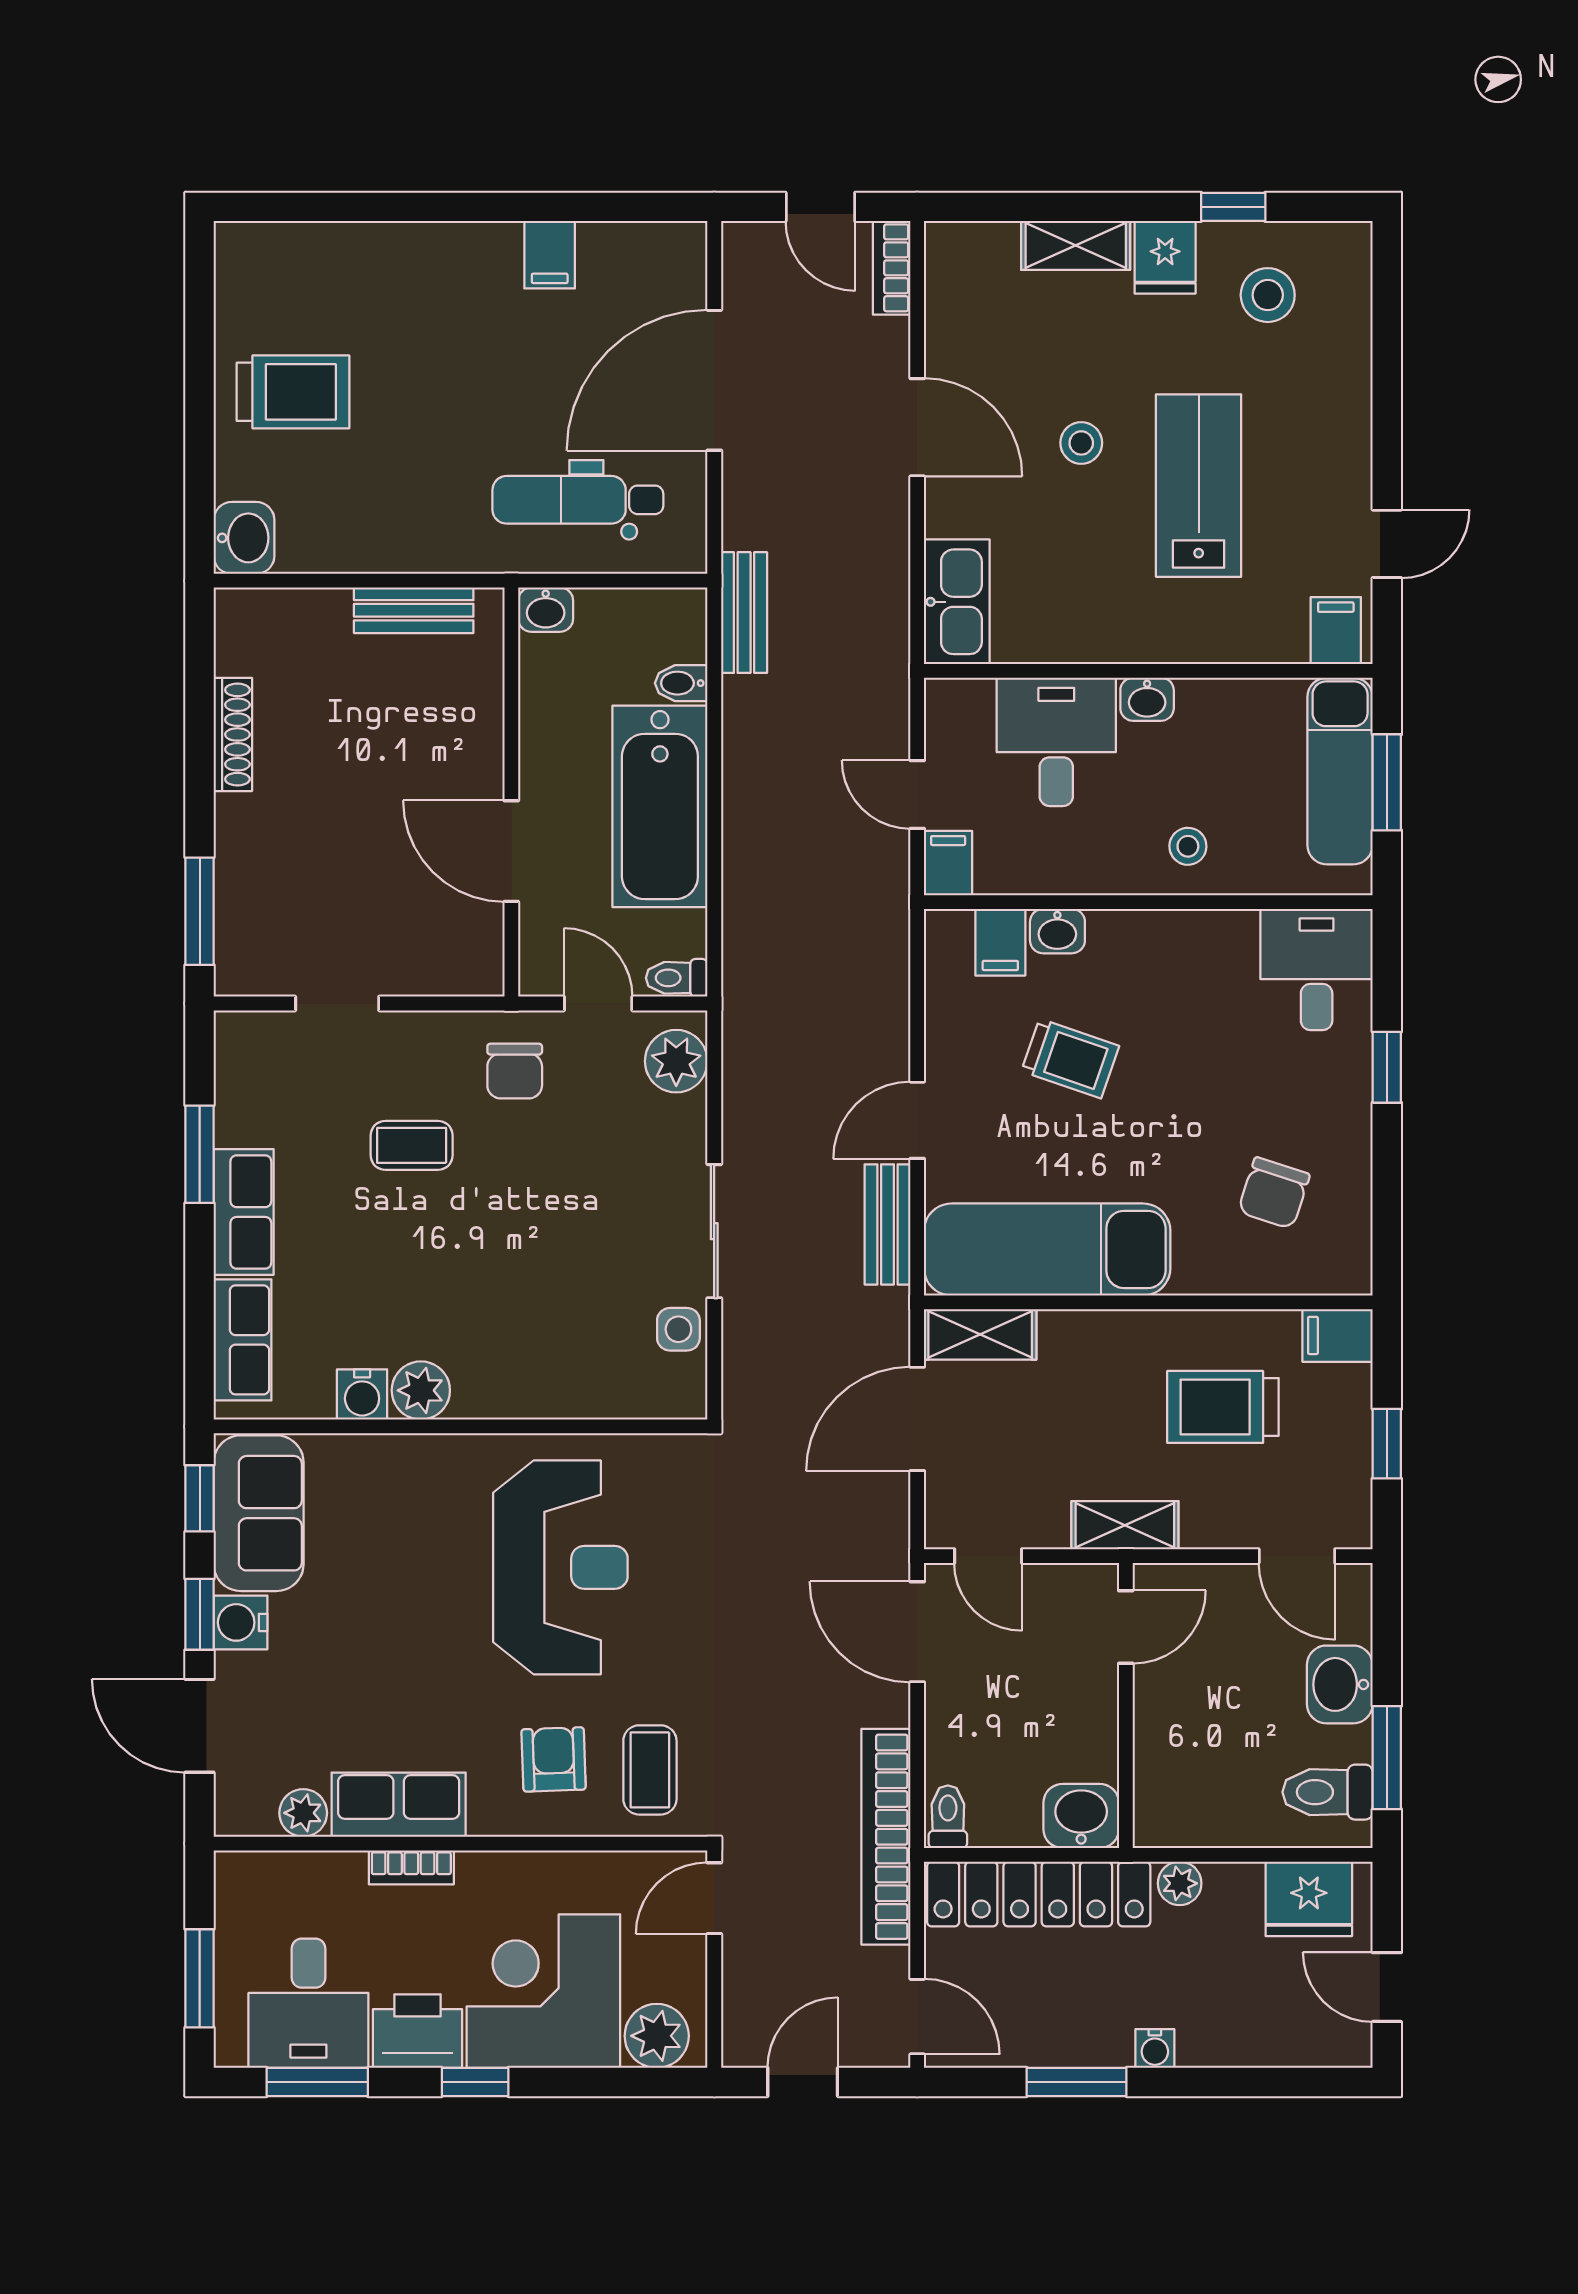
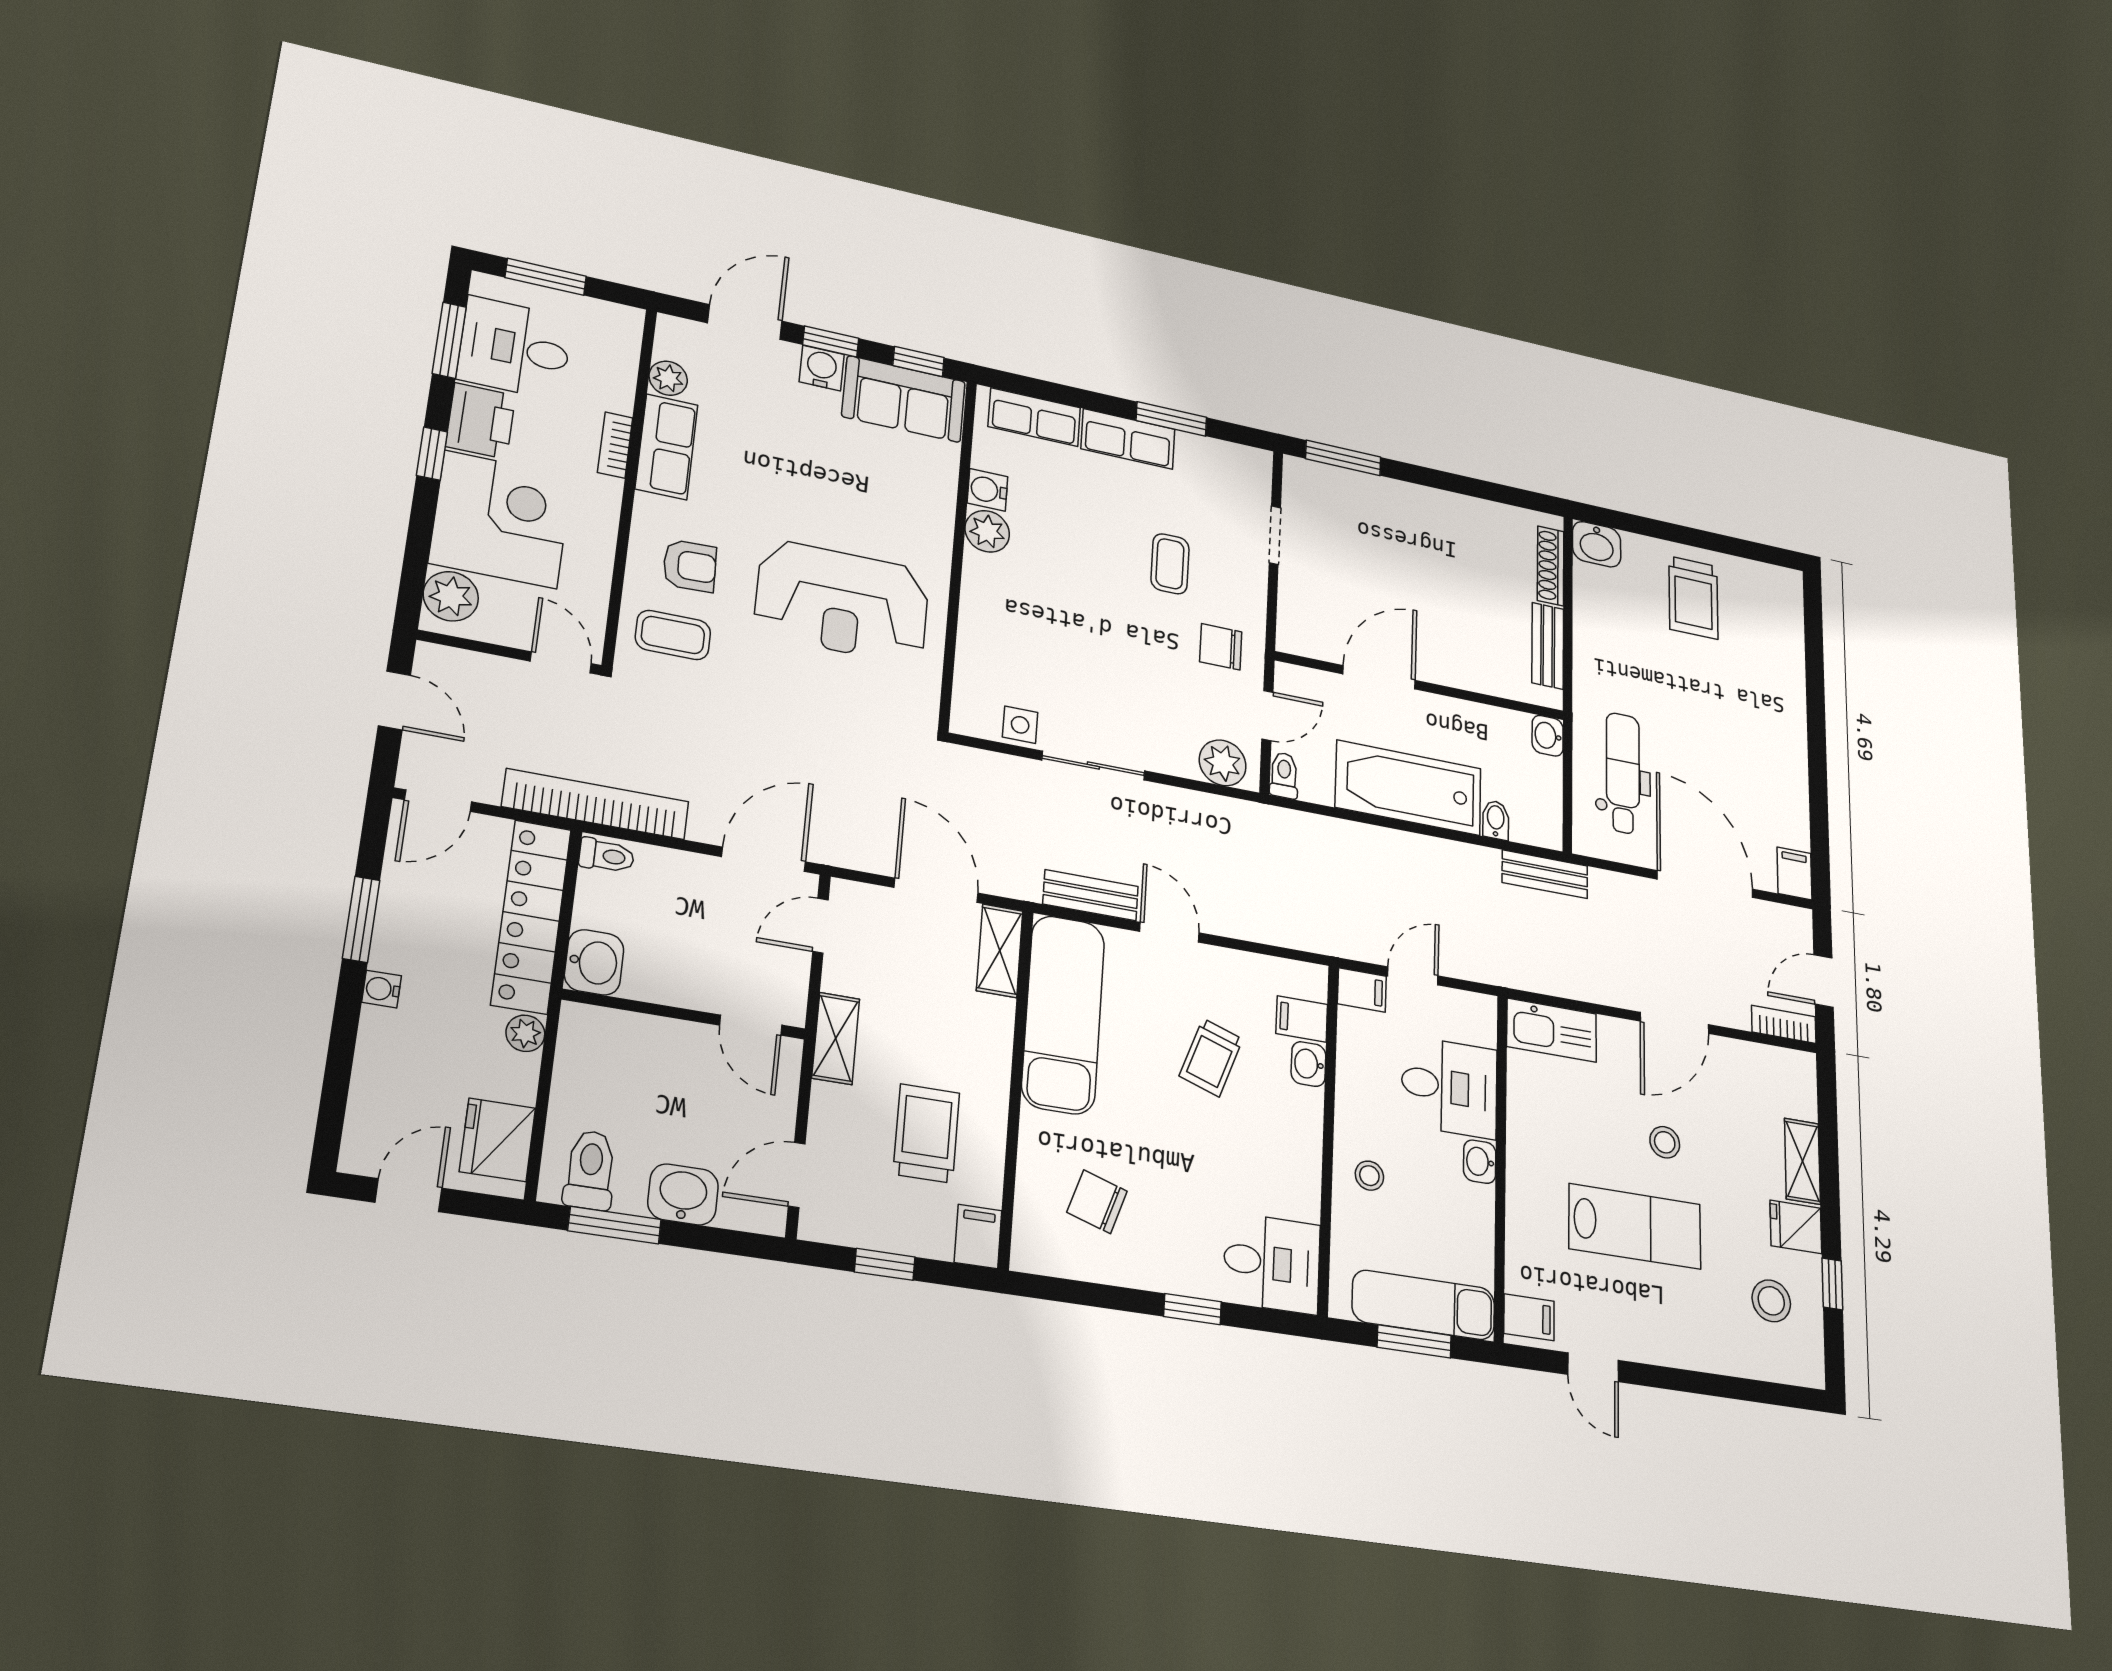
filing cabinet: (550, 255) -> (1794, 873), moved, turned 90
shoe rack: (233, 734) -> (1551, 566), moved, turned 90

